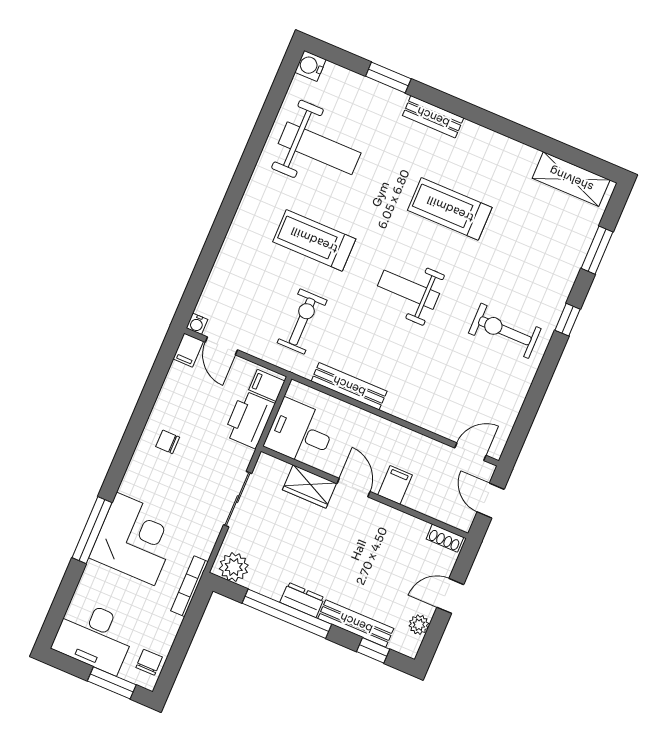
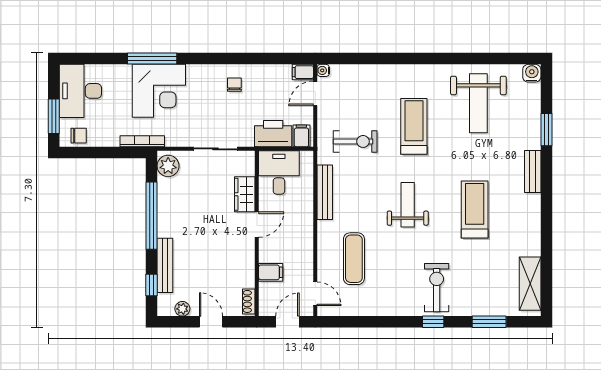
exercise bike: (505, 331) -> (437, 288), moved
exercise mat: (447, 385) -> (354, 259), added
filing cabinet: (395, 485) -> (271, 272), moved
dresser: (302, 600) -> (165, 222), removed

